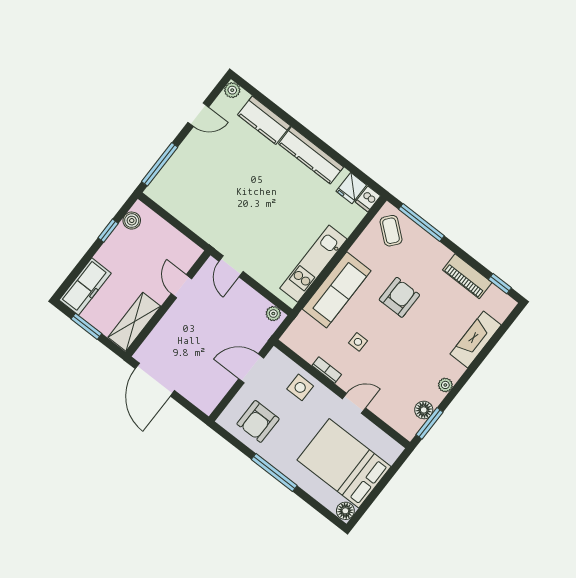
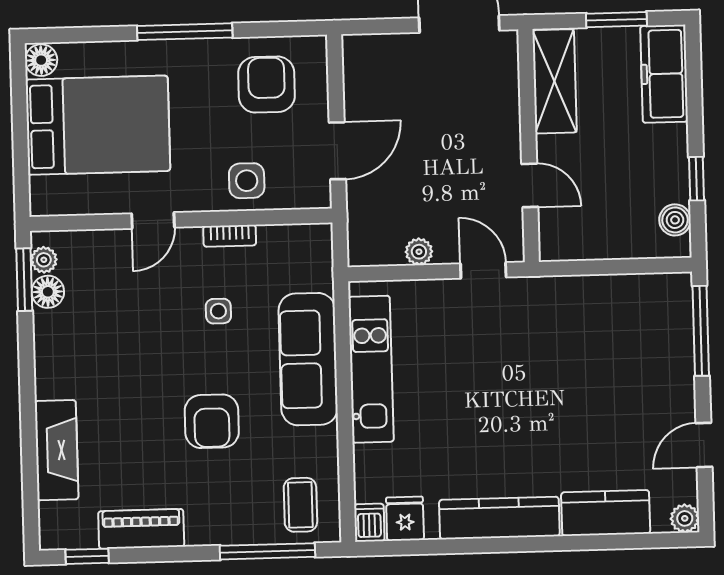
coffee table: (391, 231) -> (300, 505), turned 50
plant: (273, 314) -> (419, 252), moved
plant: (445, 385) -> (44, 260), moved

